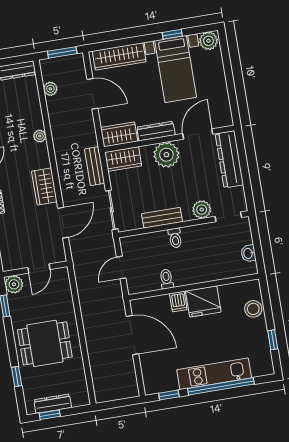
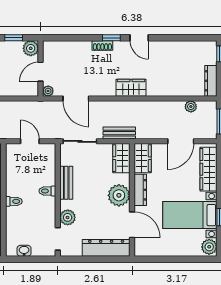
plant: (40, 136) -> (48, 91), moved
wardrobe: (44, 186) -> (131, 88), moved
door: (39, 269) -> (41, 72), hinge flipped
toilet: (166, 279) -> (14, 201), moved

